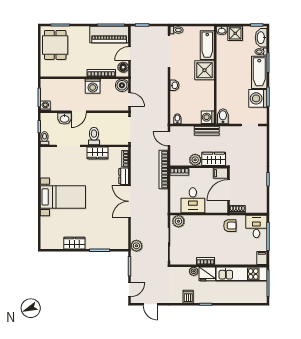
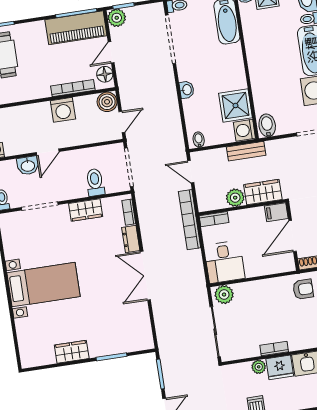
shower: (204, 70) -> (235, 105), moved
door: (129, 100) -> (122, 122), hinge flipped
toilet: (94, 136) -> (95, 182), moved
desk: (193, 200) -> (224, 262), moved
plant: (136, 246) -> (117, 18), moved

